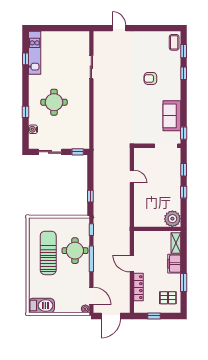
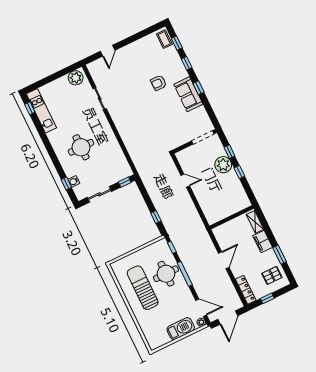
door: (119, 28) -> (108, 51), swing flipped
plant: (79, 38) -> (76, 78), added
window: (26, 59) -> (30, 108), moved
window: (26, 112) -> (66, 183), moved
sofa: (172, 116) -> (188, 94), moved
window: (184, 133) -> (198, 88), moved
plant: (172, 219) -> (223, 165), moved
door: (132, 264) -> (224, 260), swing flipped
locker: (139, 287) -> (246, 290), moved
barbecue: (41, 306) -> (181, 329), moved

